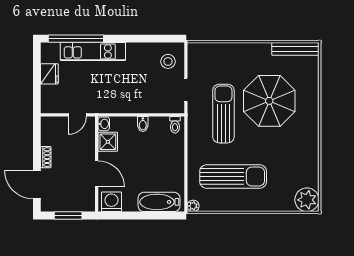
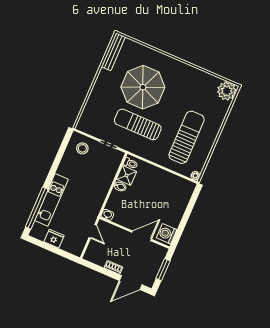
shower: (108, 142) -> (127, 175), moved
bathtub: (159, 202) -> (182, 199), removed

